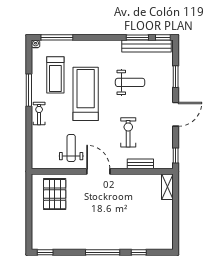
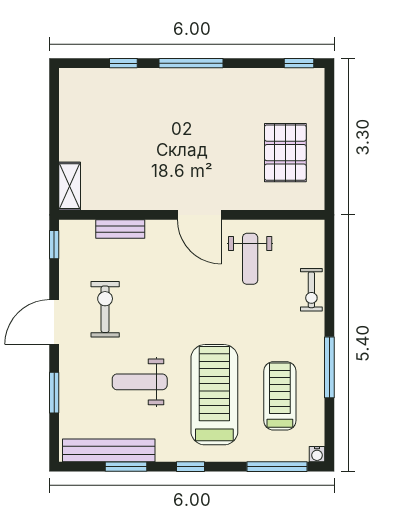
window: (163, 37) -> (191, 467), moved
treadmill: (86, 94) -> (214, 395), moved, turned 180
exercise bike: (39, 114) -> (311, 290), moved
exercise bike: (128, 132) -> (105, 309), moved, turned 180
pallet: (55, 194) -> (285, 153), moved

